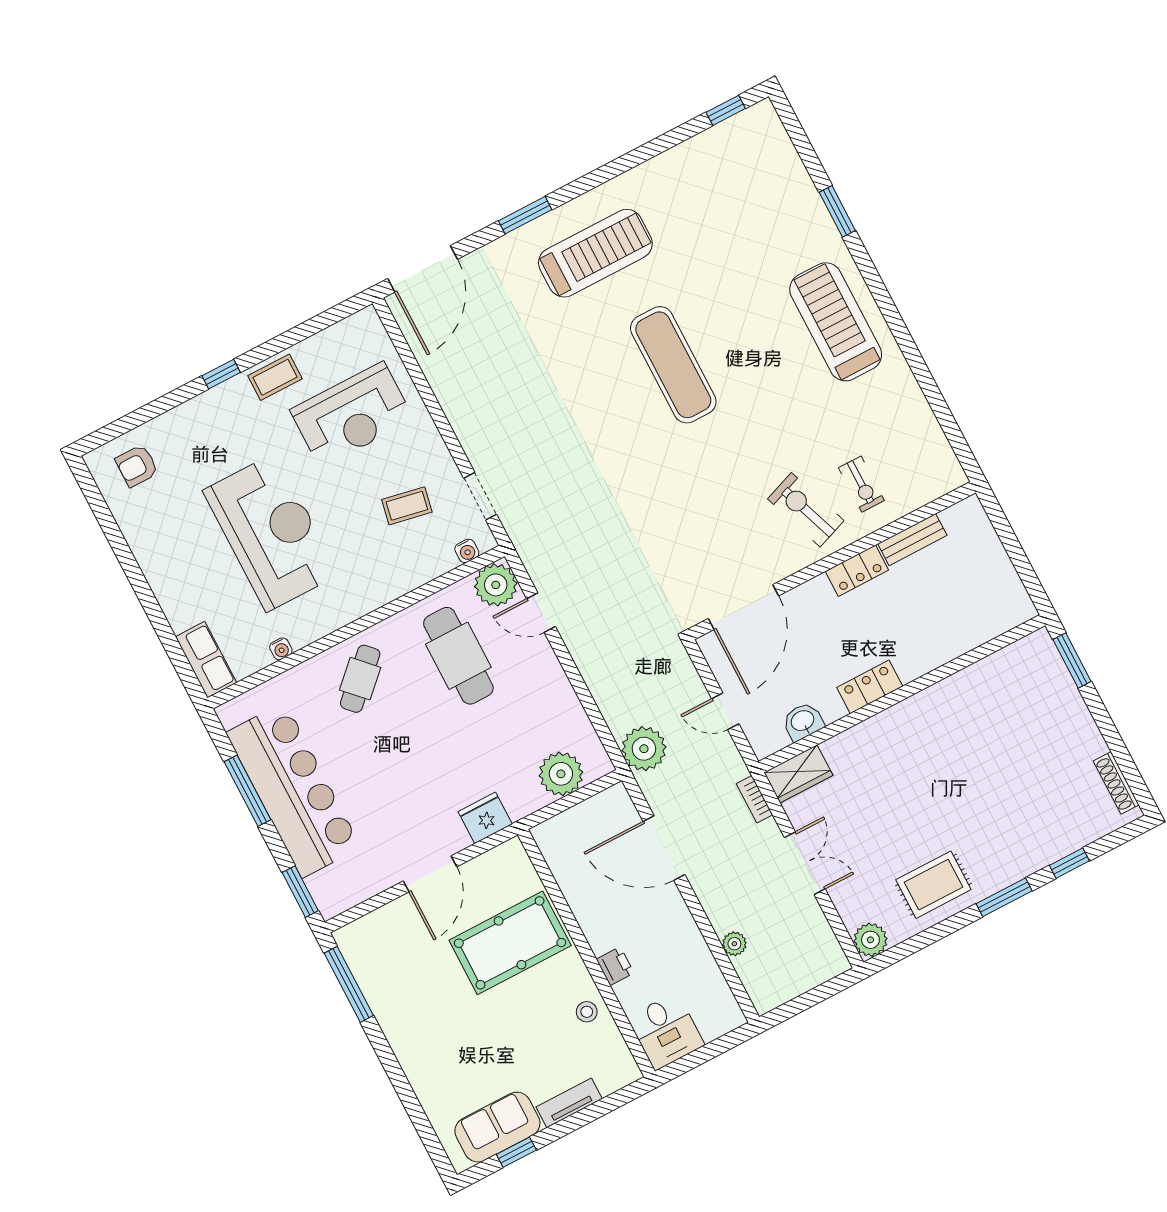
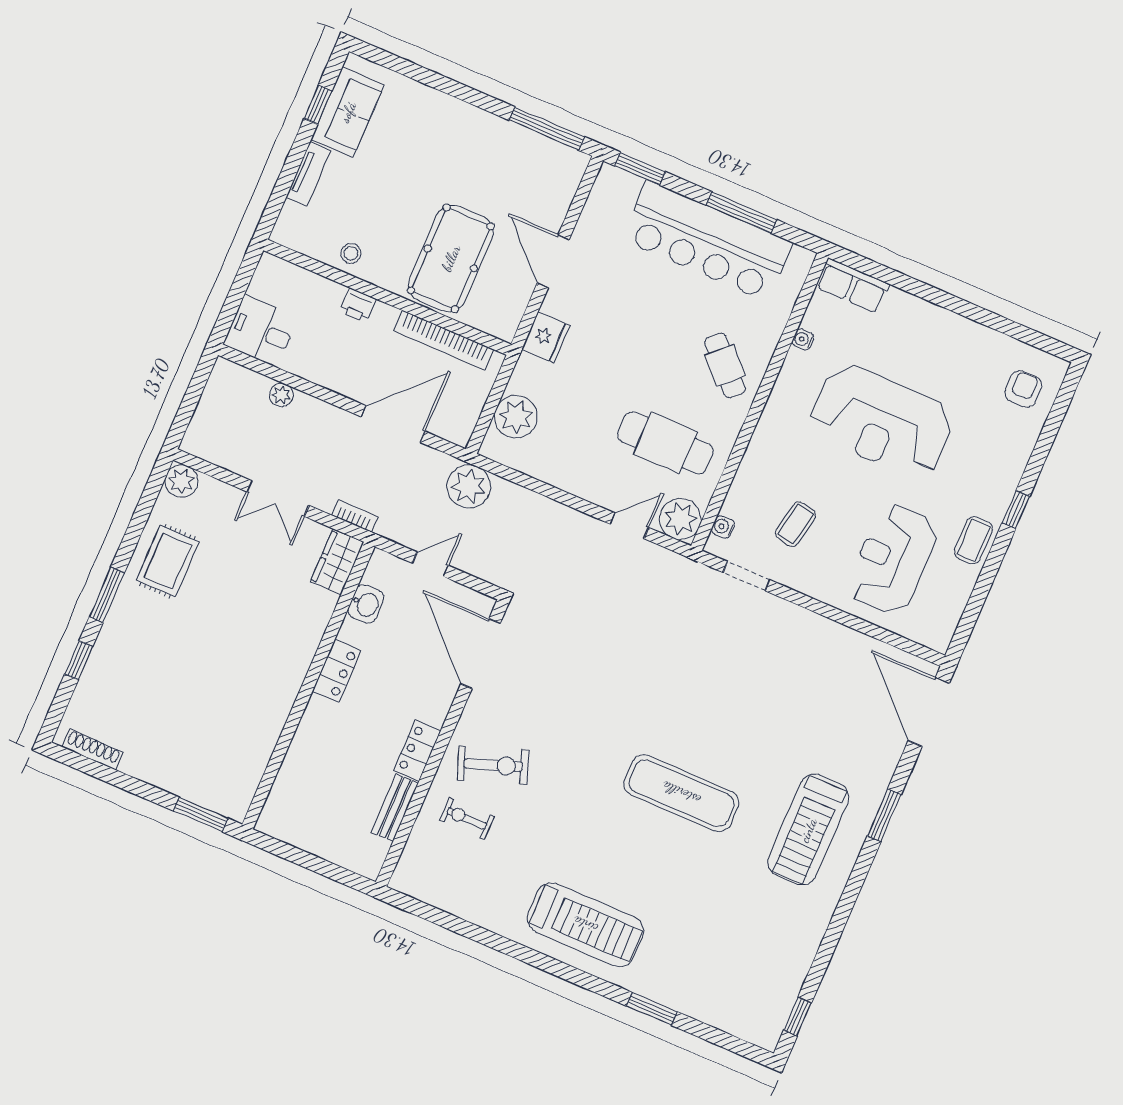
bookcase: (569, 882) -> (444, 340), added
desk: (666, 1031) -> (261, 331), moved

